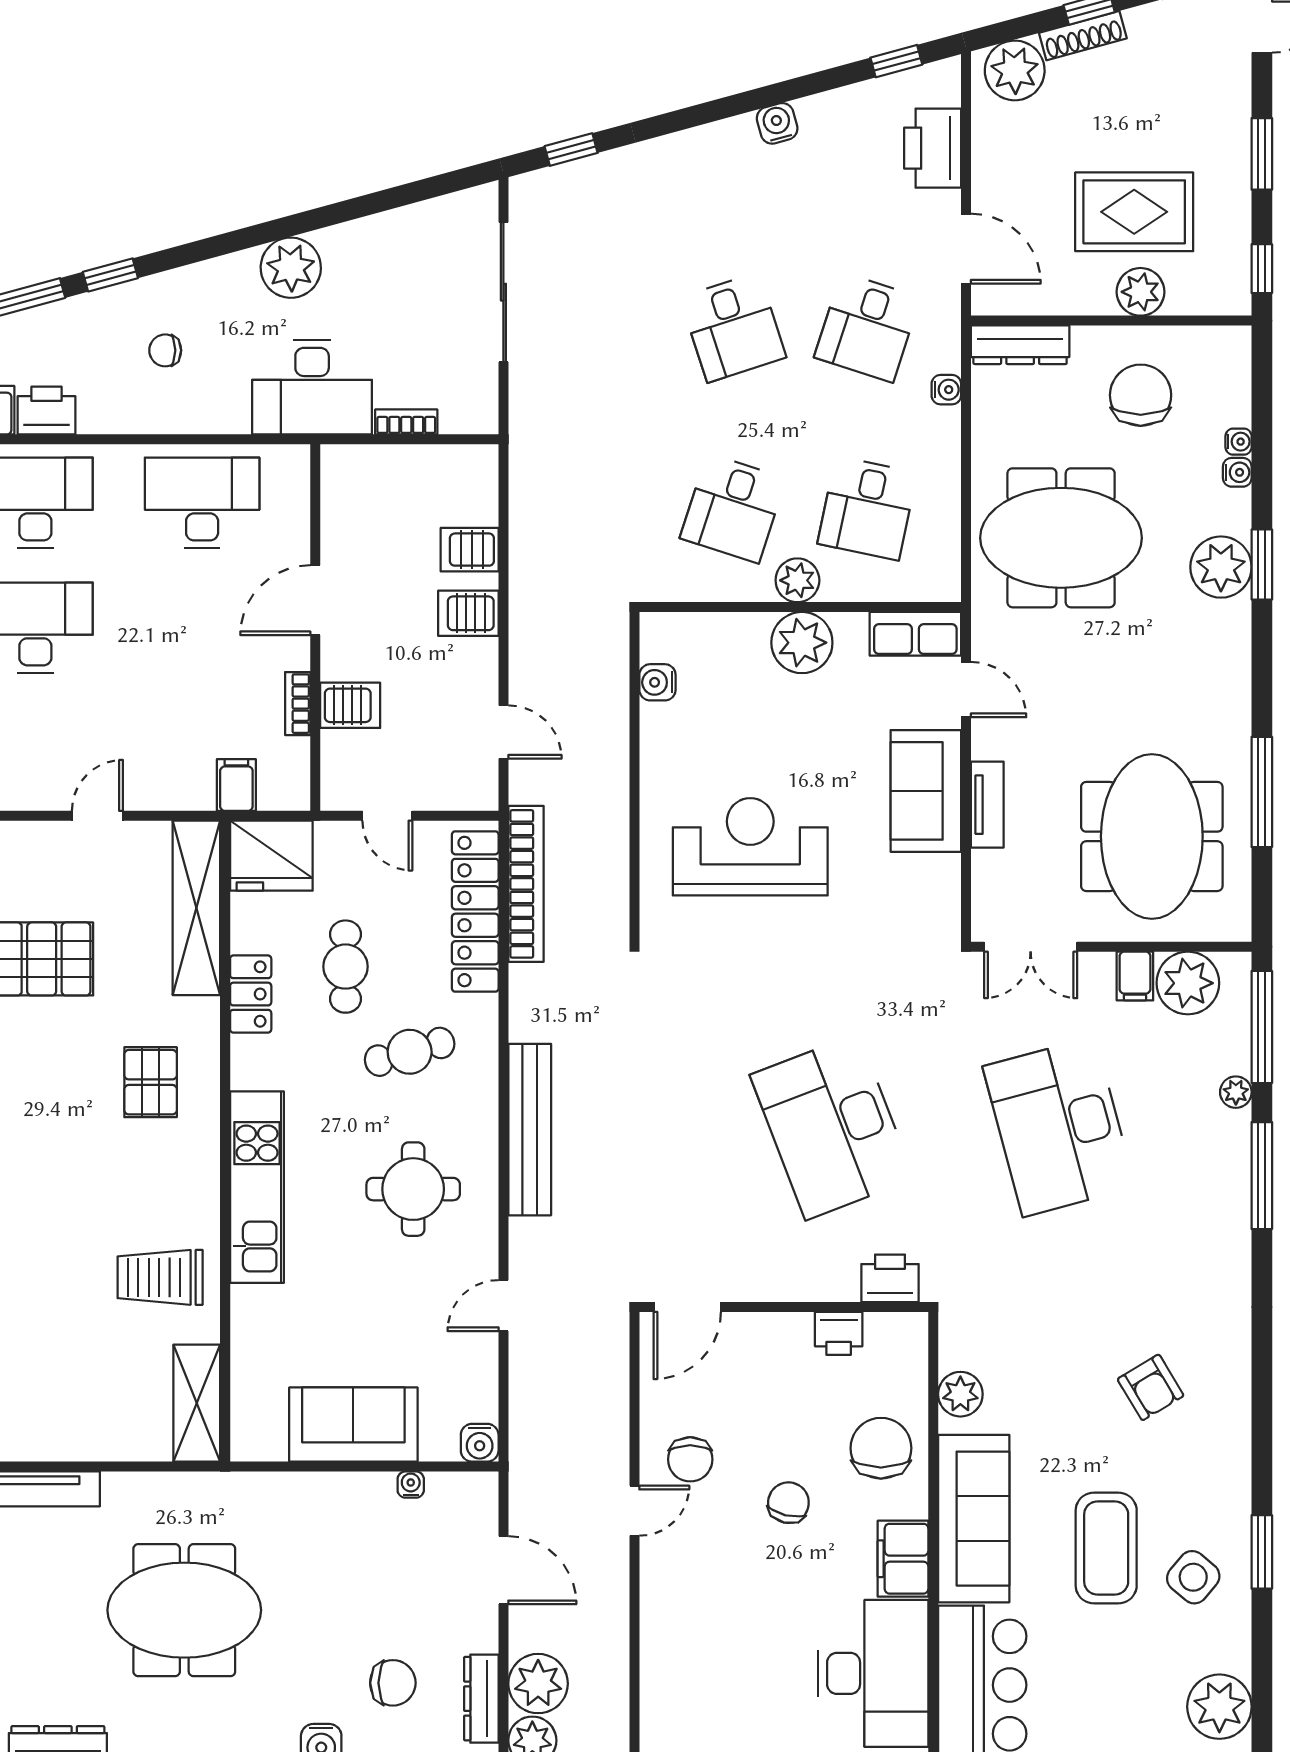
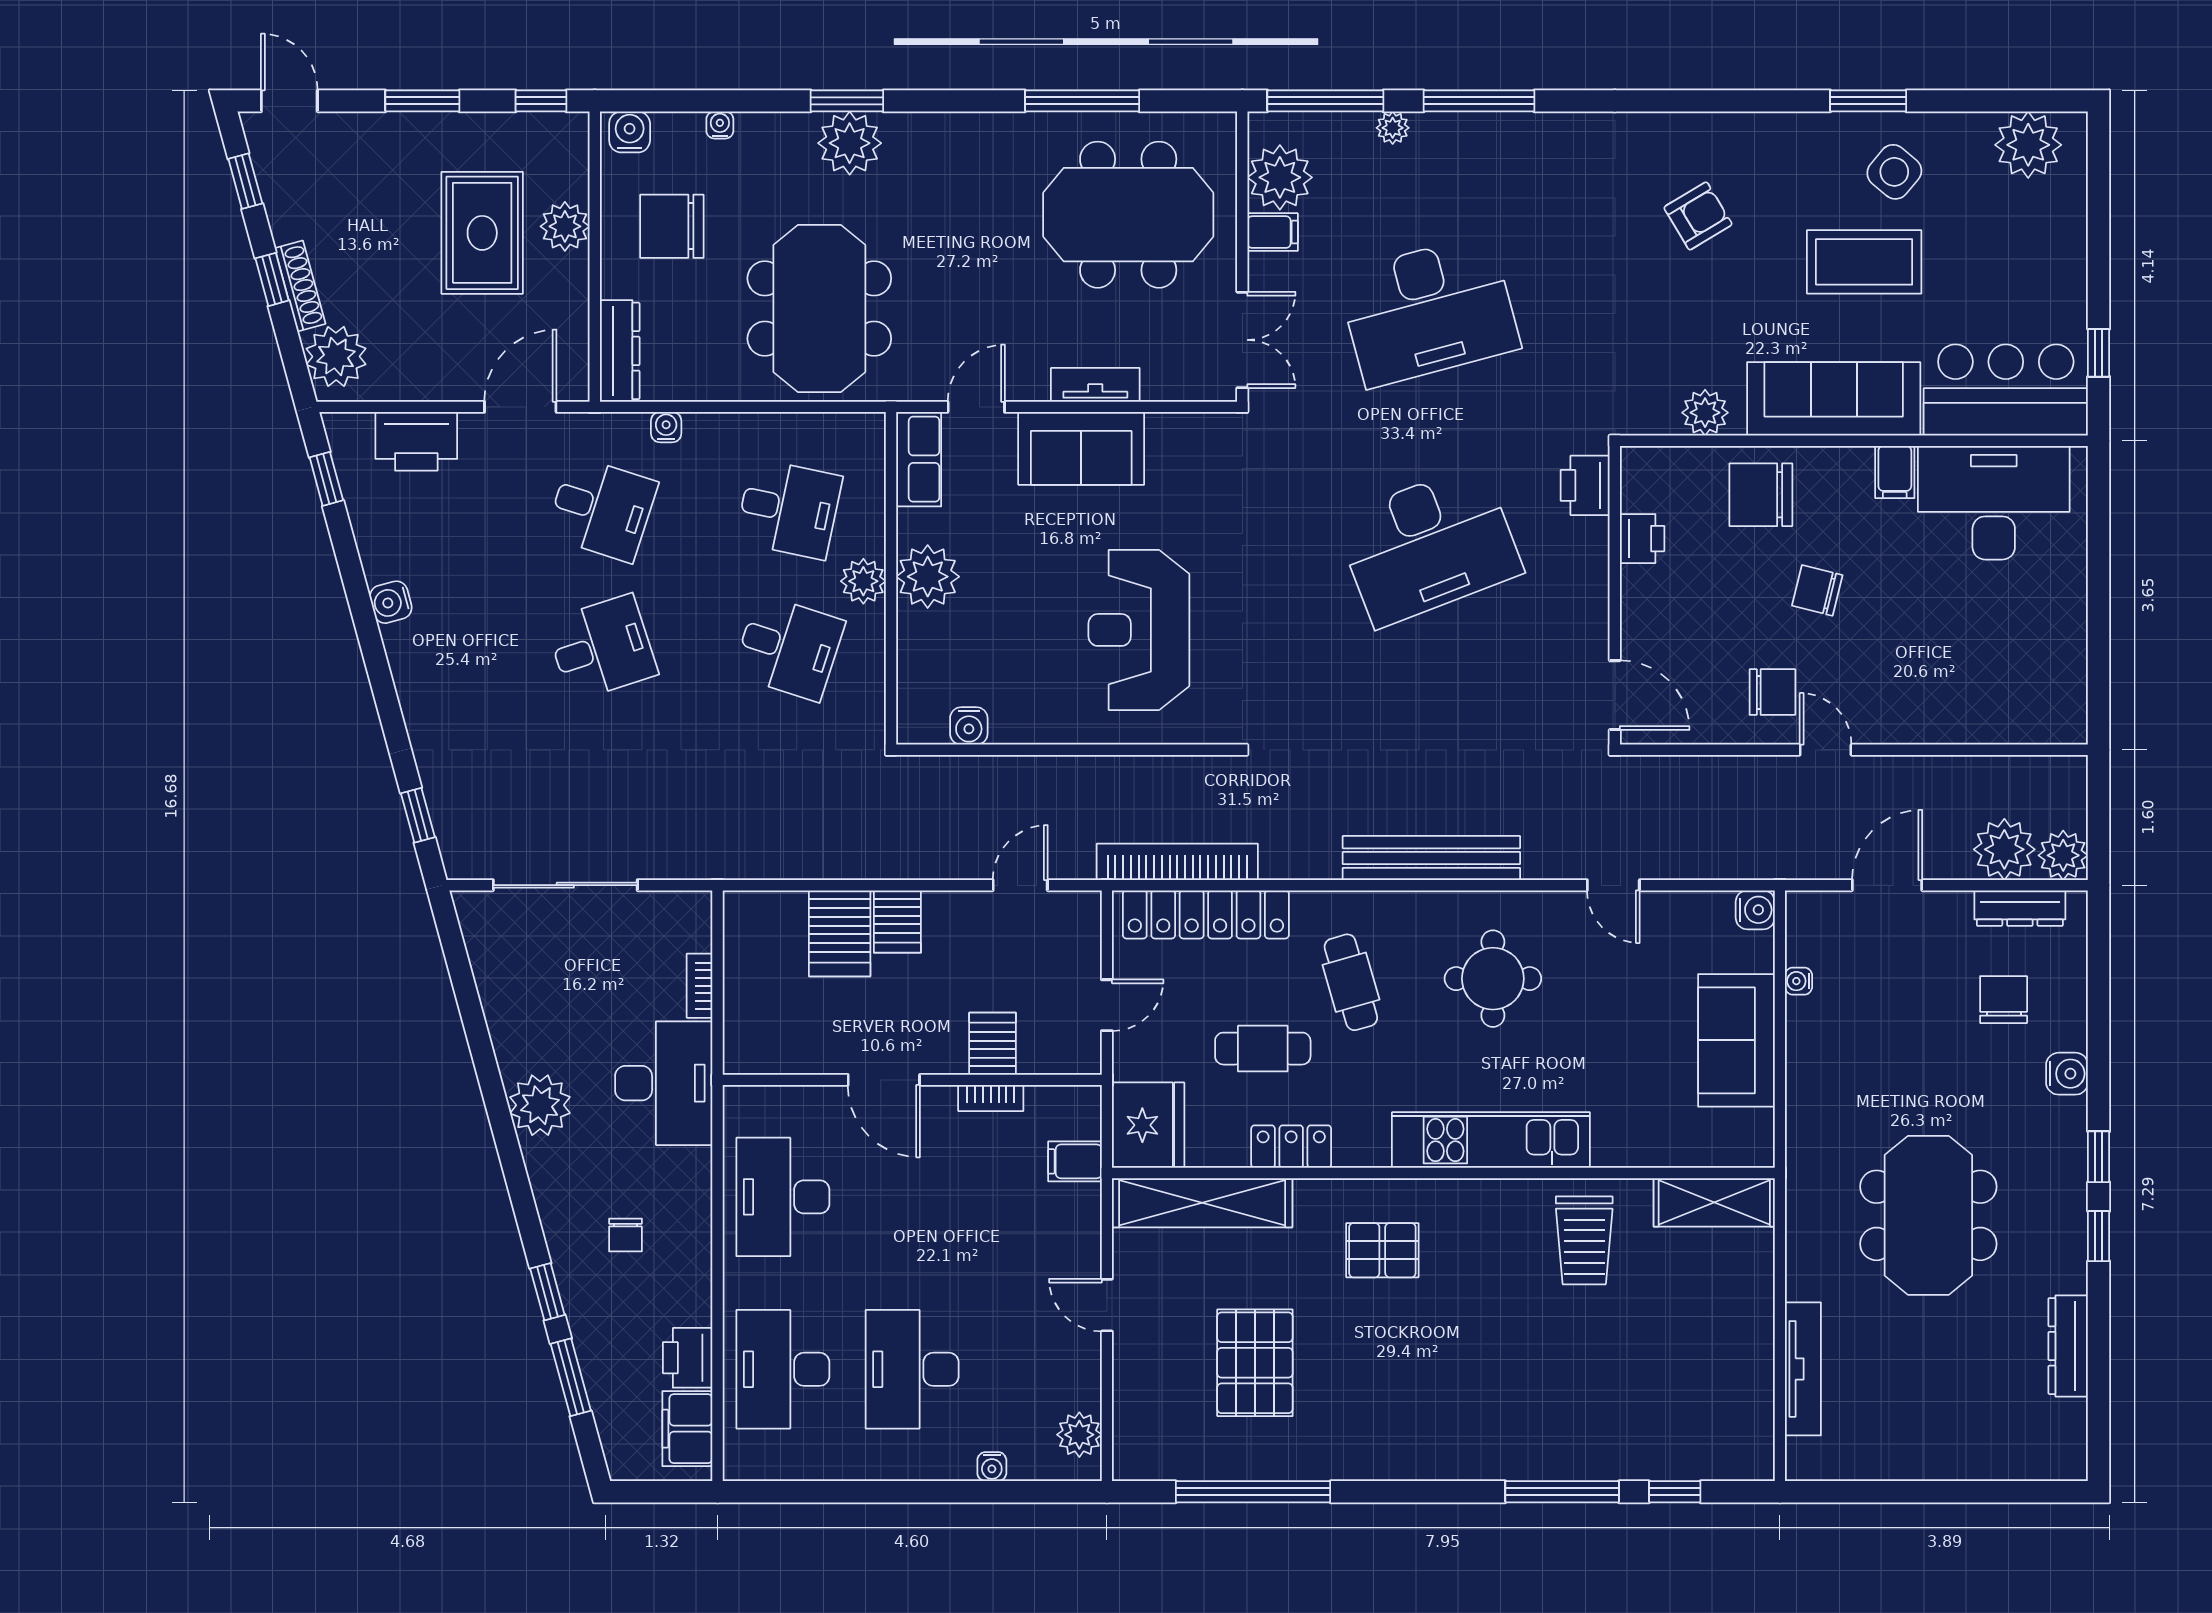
water cooler: (1237, 472) -> (630, 132), moved, width x1.38, depth x1.38
server rack: (470, 550) -> (840, 933), width x1.36, depth x1.44
filing cabinet: (903, 1559) -> (1895, 472), width x0.50

